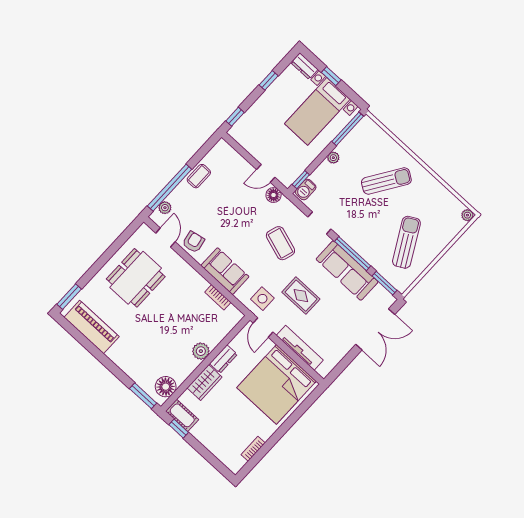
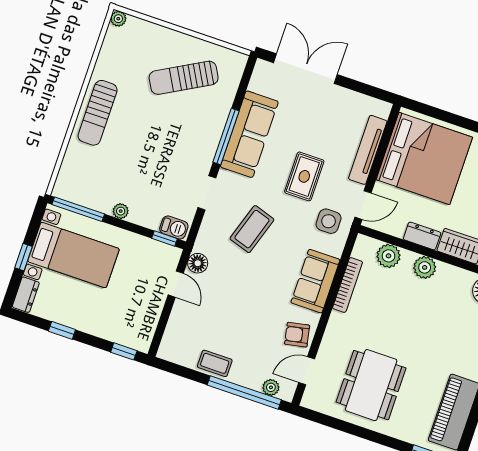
sun lounger: (386, 181) -> (98, 113), moved, turned -123
dining table: (136, 278) -> (371, 385), turned 90
window: (385, 283) -> (244, 82), removed
bookcase: (218, 297) -> (348, 285), width x1.56
plant: (220, 330) -> (389, 256), added

